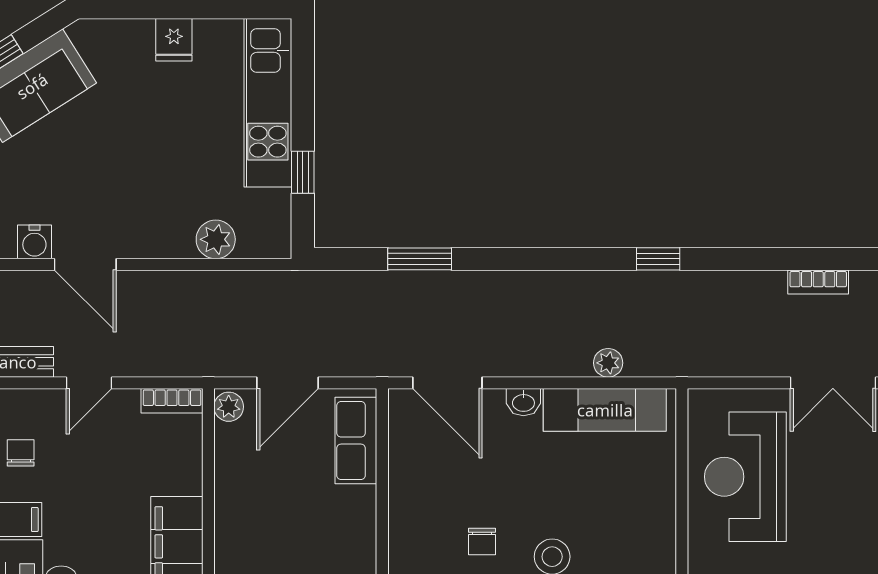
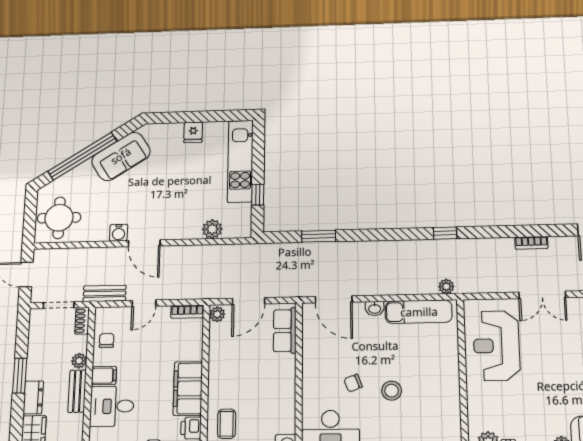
plant: (608, 363) -> (446, 287), moved
chair: (482, 541) -> (353, 383), turned 69

